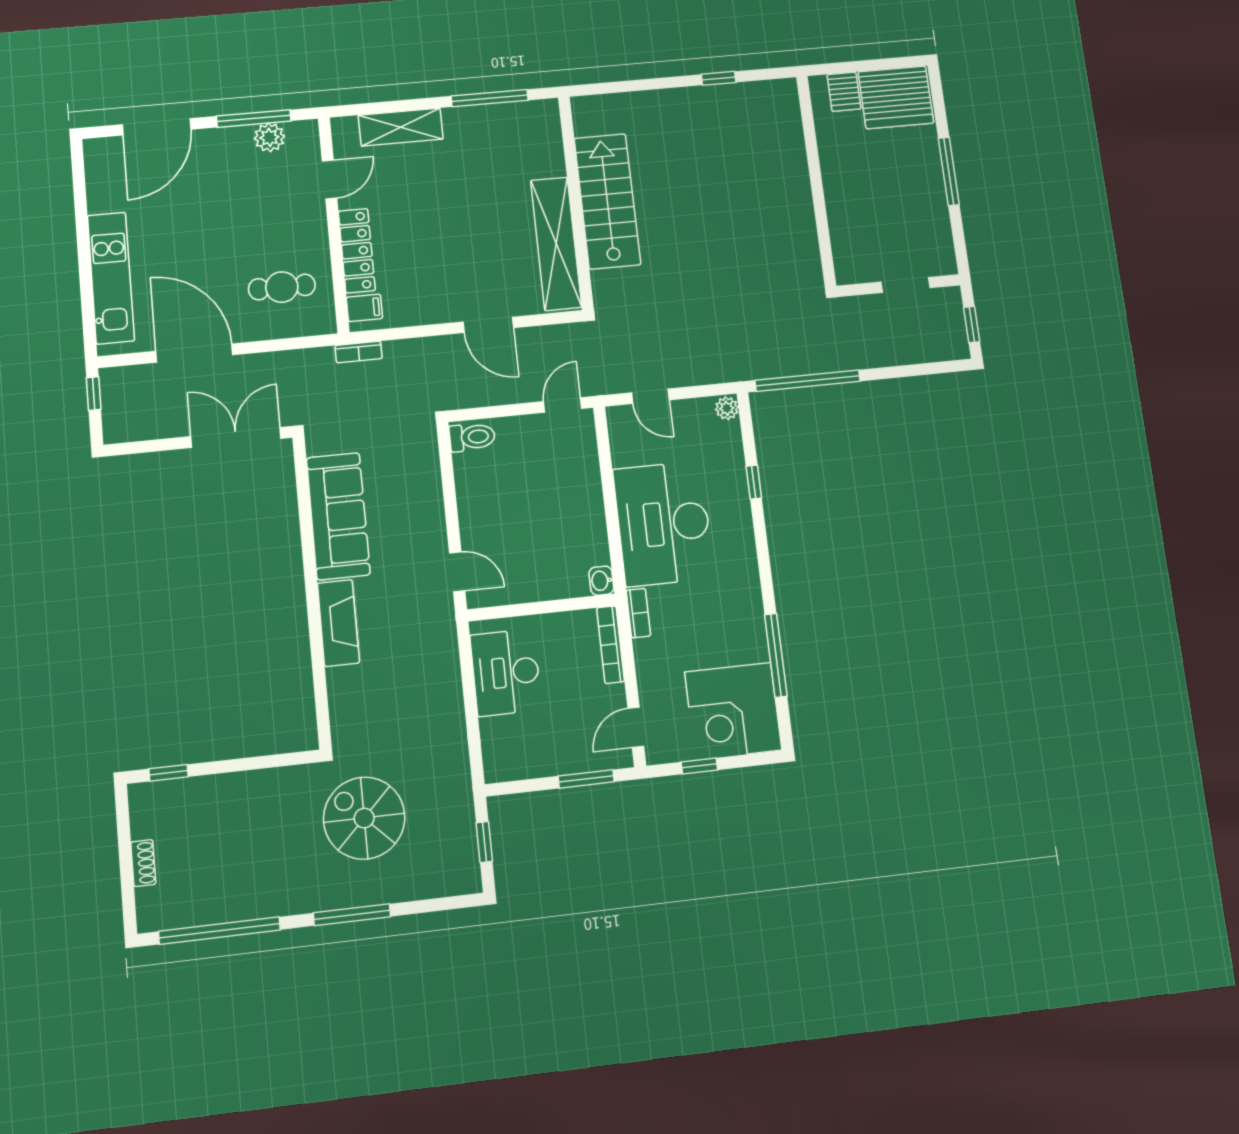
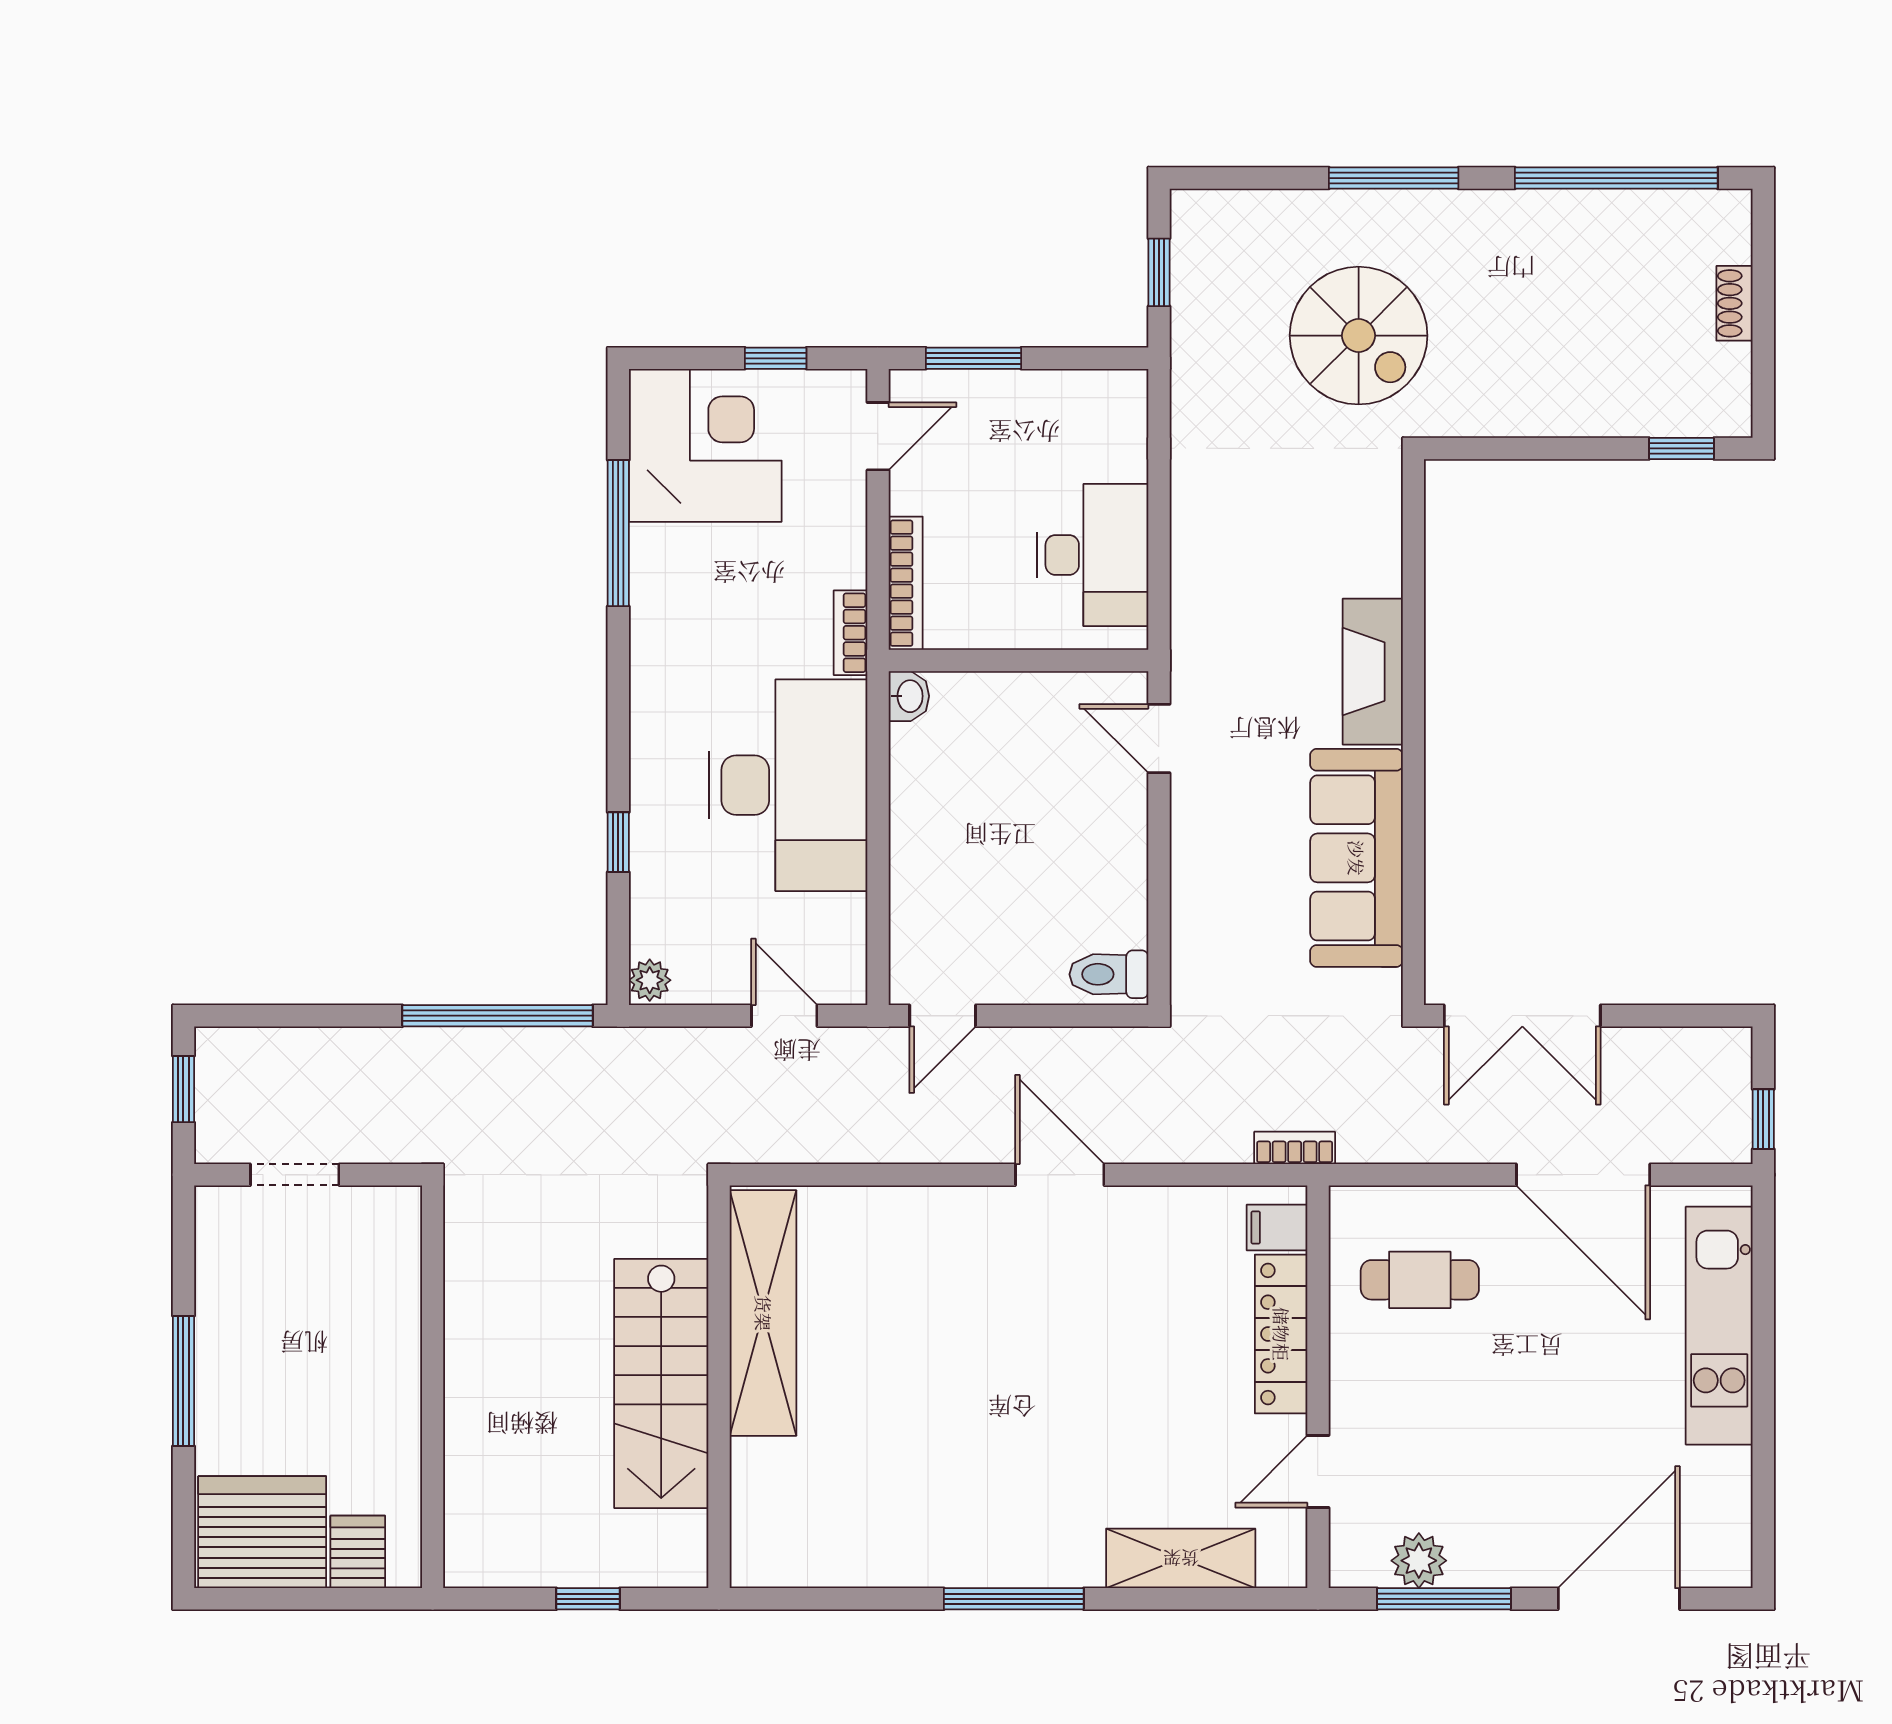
stairs: (607, 201) -> (661, 1383), moved
wall: (576, 202) -> (719, 1387), moved
shelving: (556, 244) -> (763, 1313), moved

